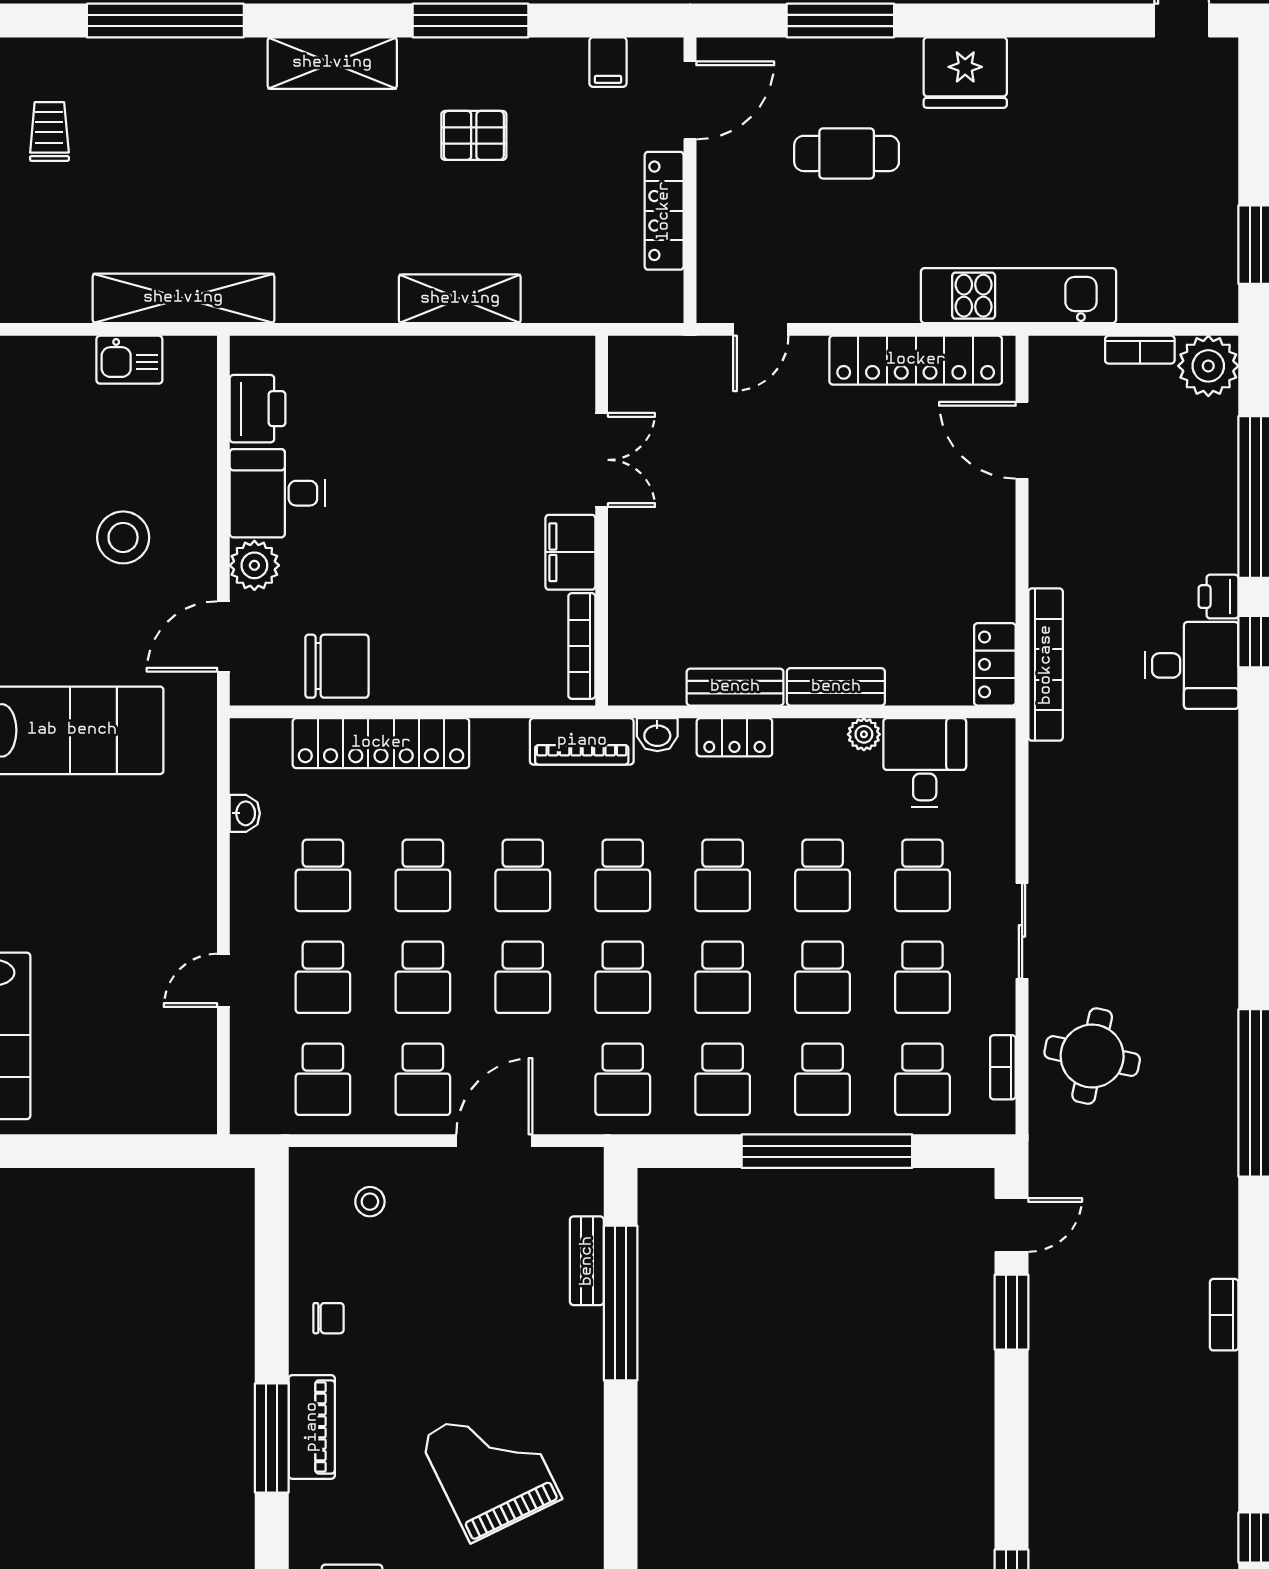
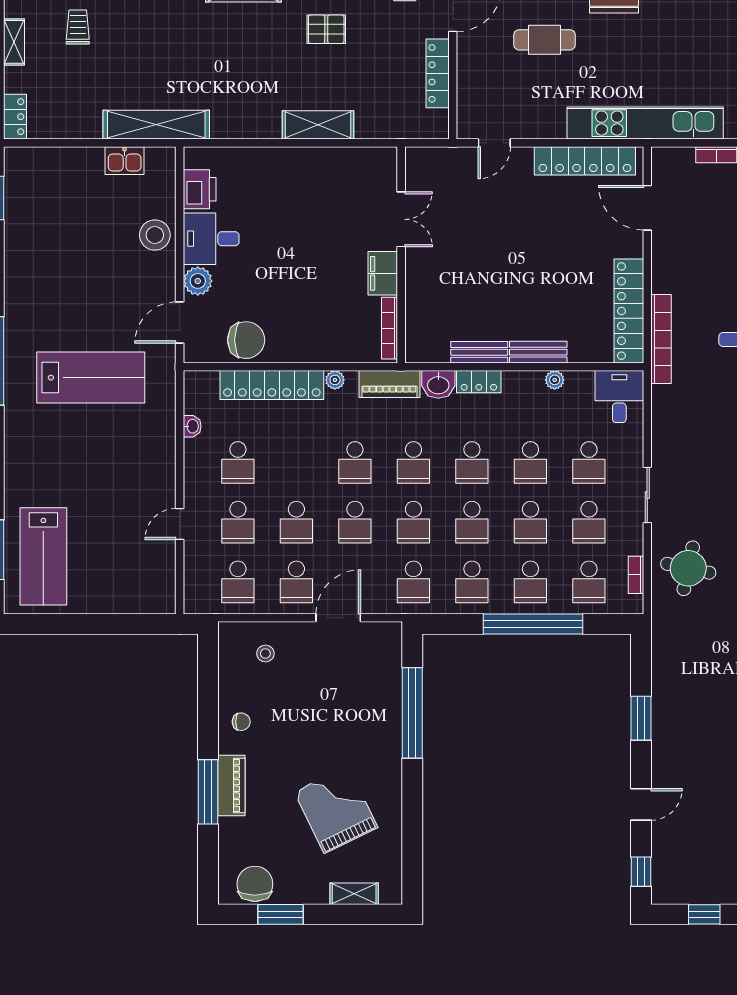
kitchen unit: (1018, 296) -> (645, 123), width x1.36
stool: (123, 537) -> (155, 235), moved
locker: (995, 664) -> (629, 311), width x2.16, depth x1.21
plant: (489, 734) -> (335, 380), added
washbasin: (657, 735) -> (438, 384), width x1.38, depth x1.45
desk: (925, 763) -> (619, 397), moved
school desk: (423, 875) -> (296, 462), removed
door: (1011, 1225) -> (641, 804), moved
bench: (587, 1261) -> (392, 688), removed

